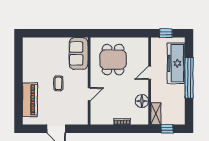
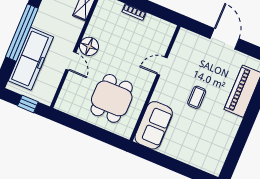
door: (150, 73) -> (71, 61), hinge flipped
floor lamp: (142, 101) -> (89, 46), moved

